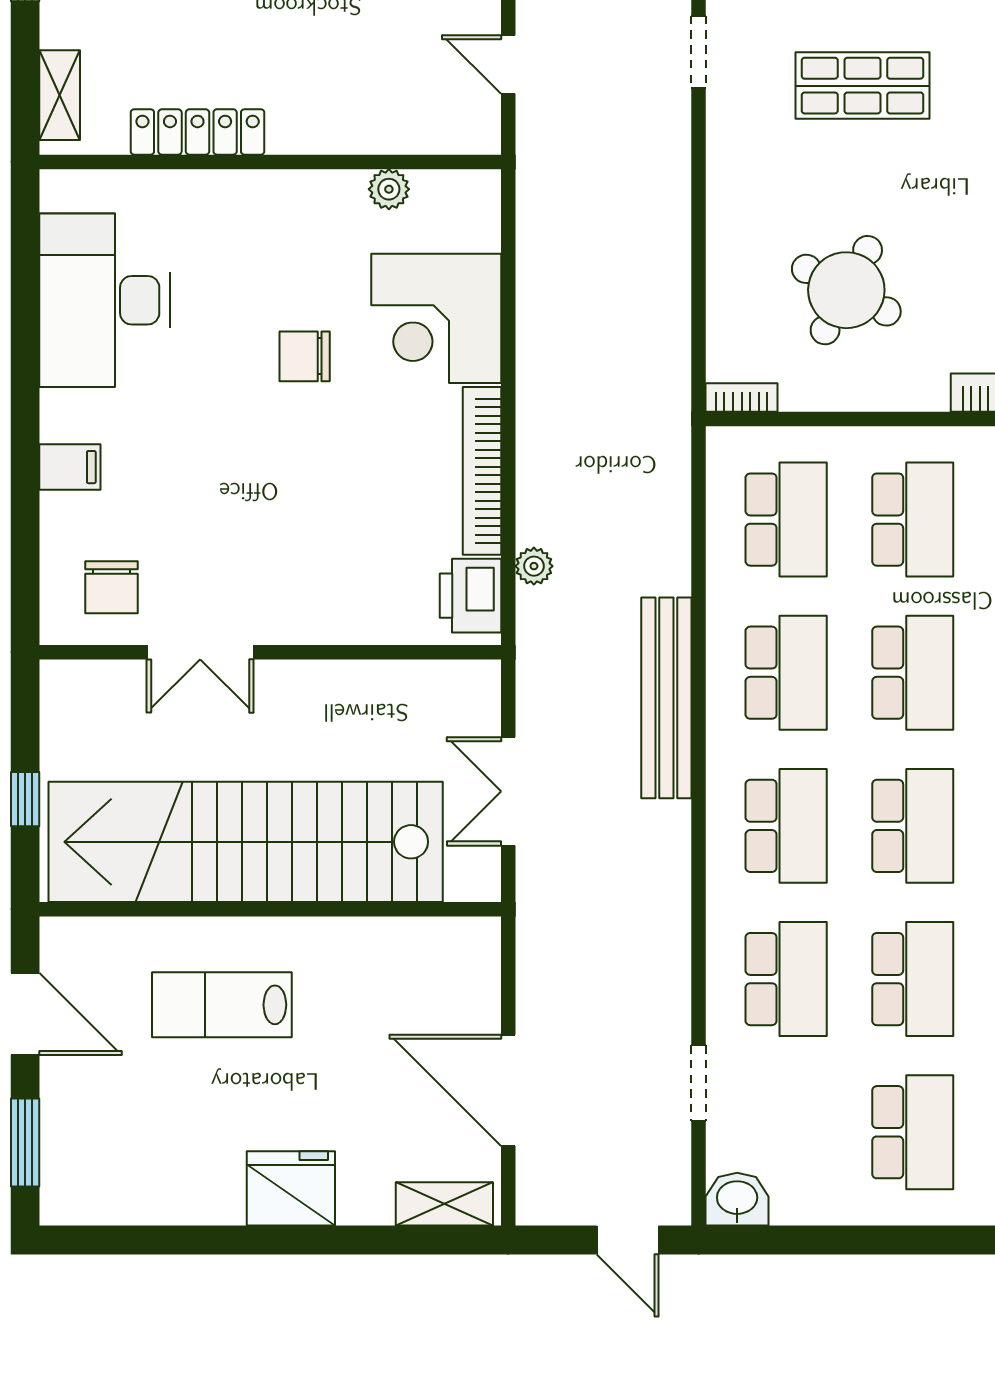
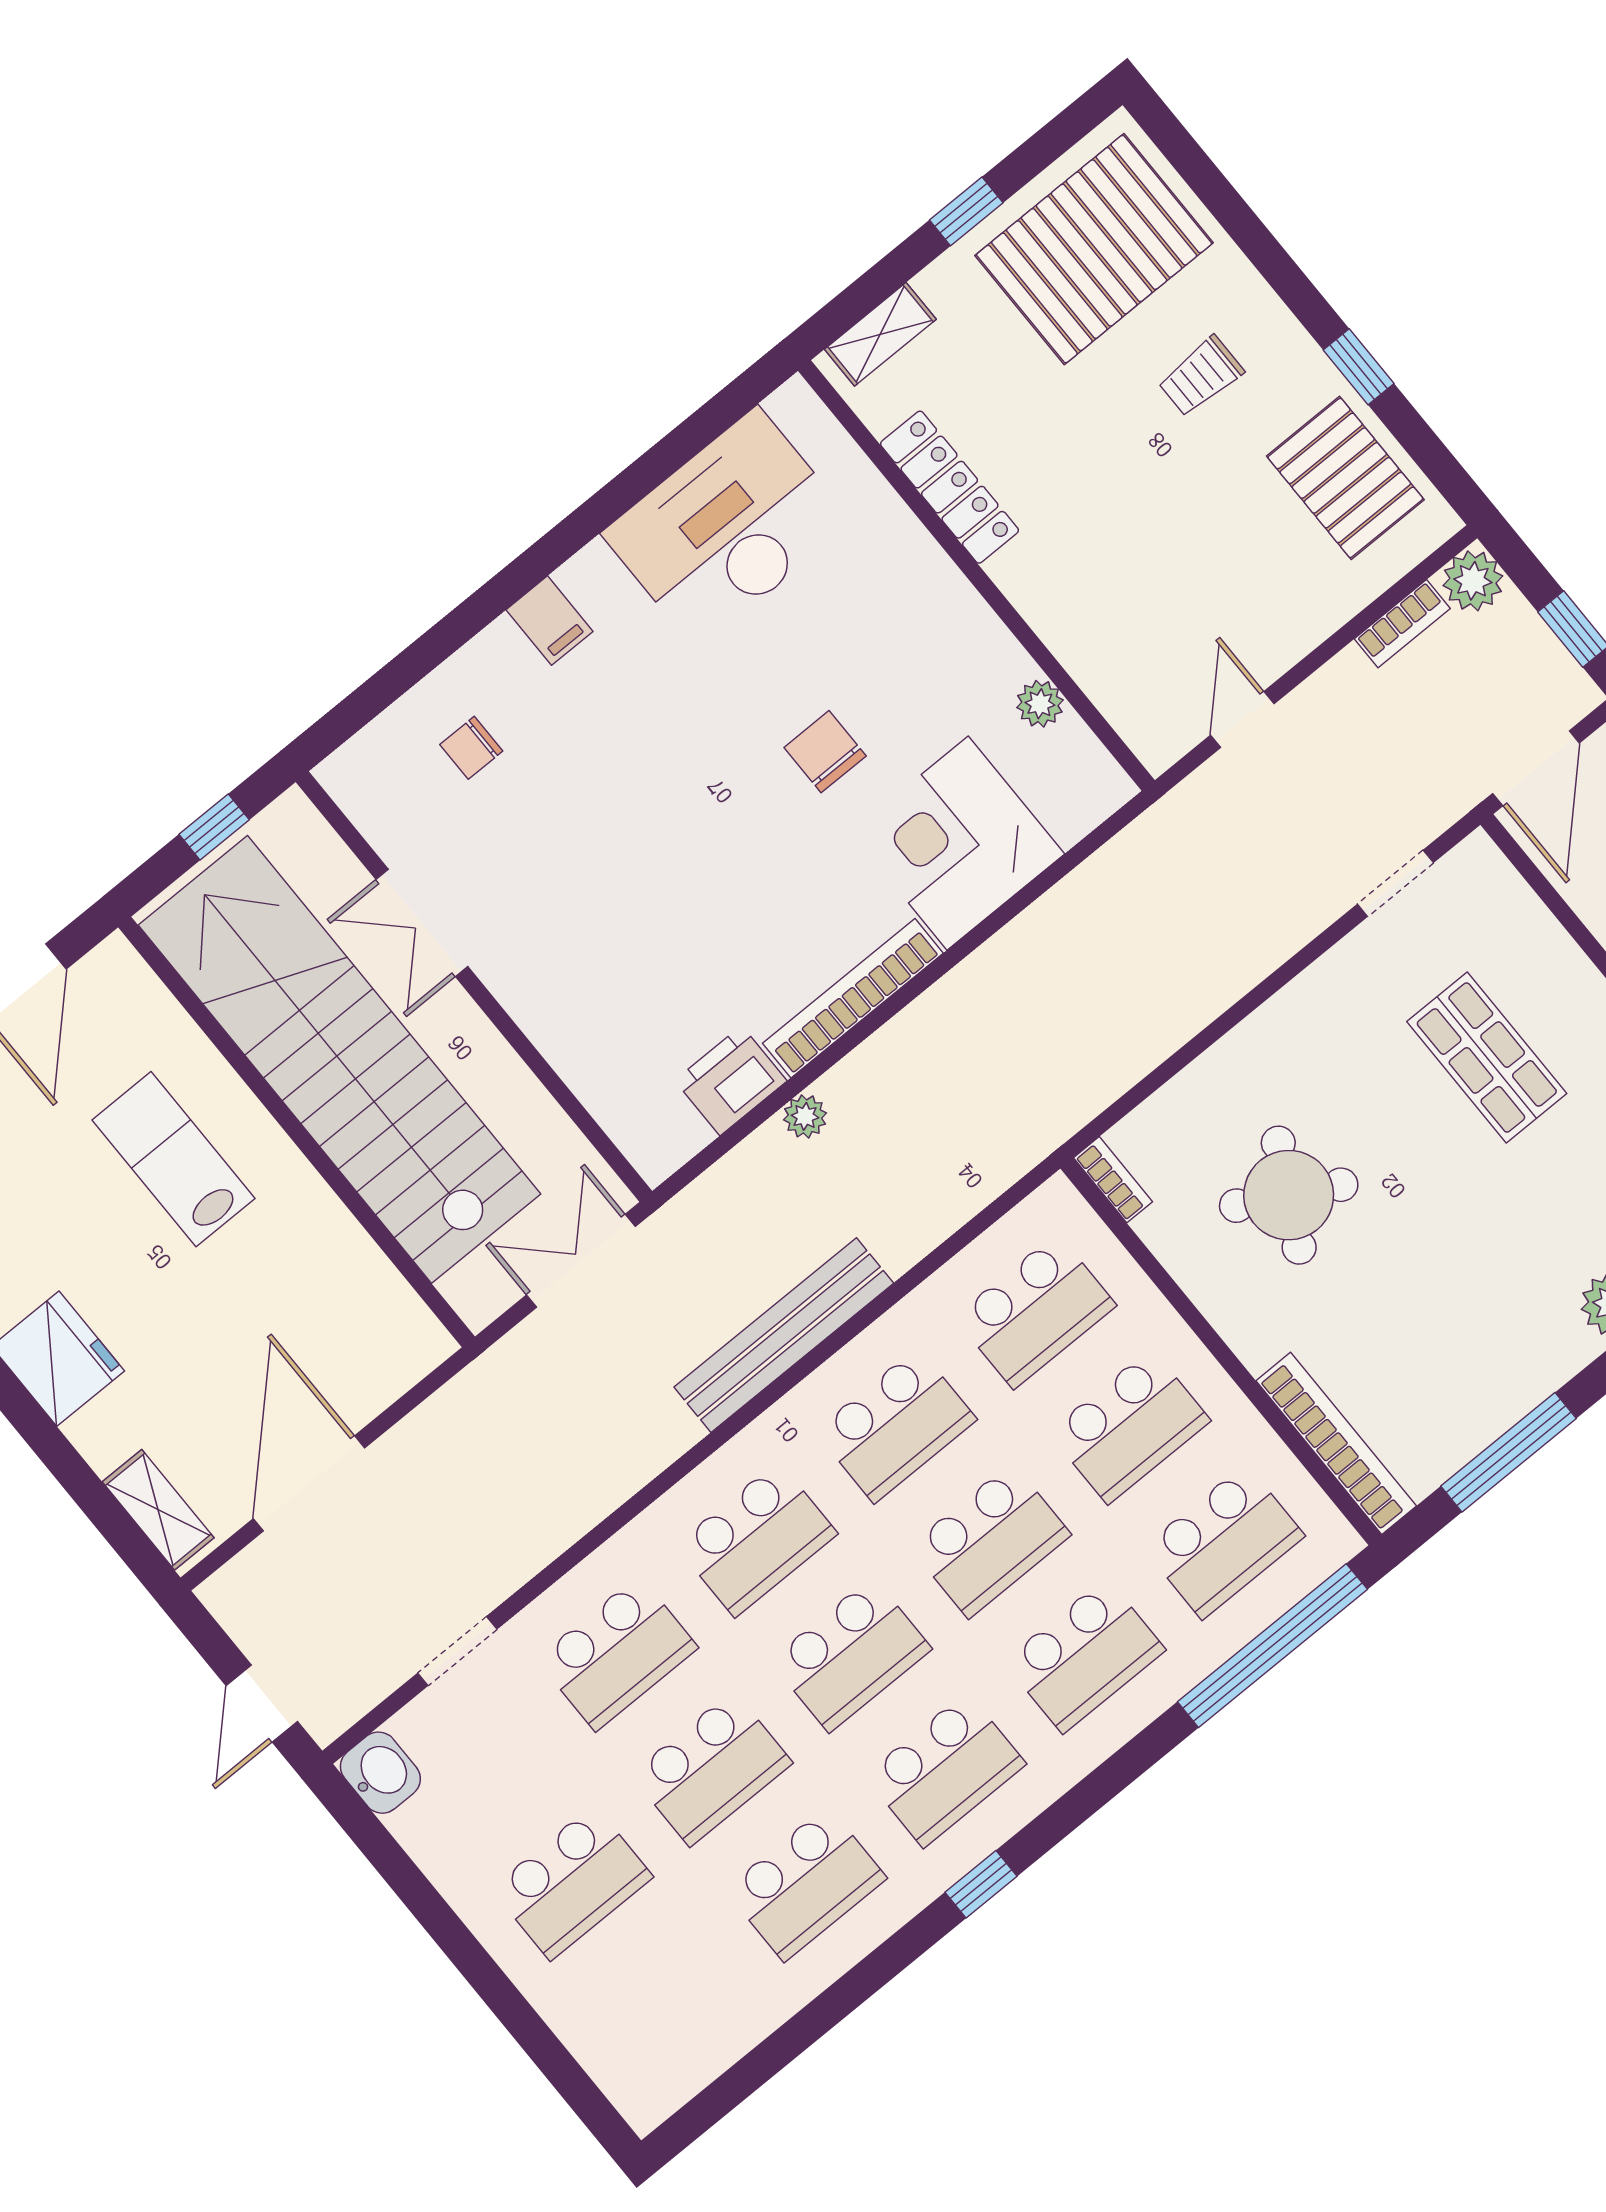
chair: (111, 587) -> (471, 748), width x0.73, depth x0.73
double door: (200, 652) -> (422, 923), moved
wall: (270, 652) -> (474, 987), moved

